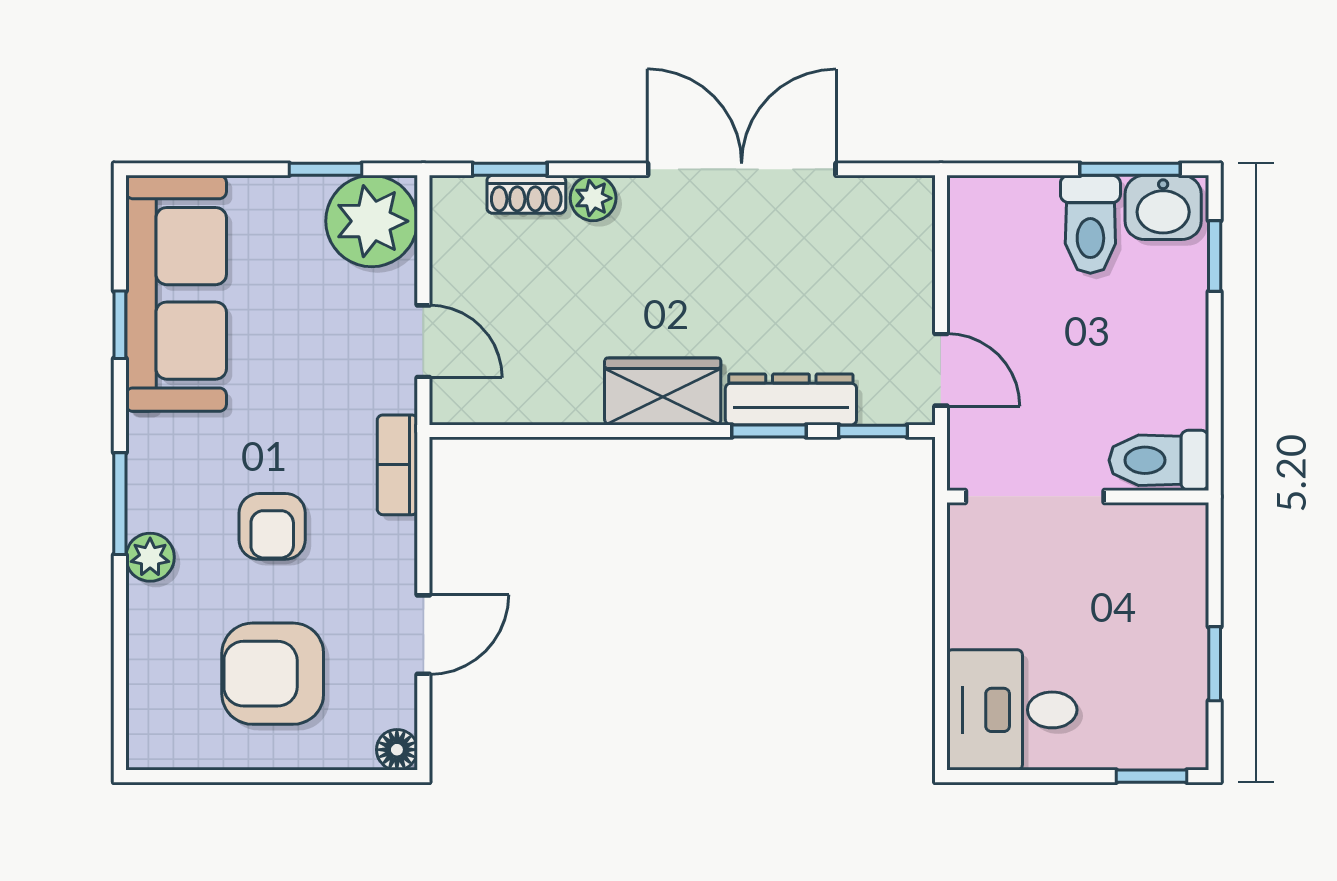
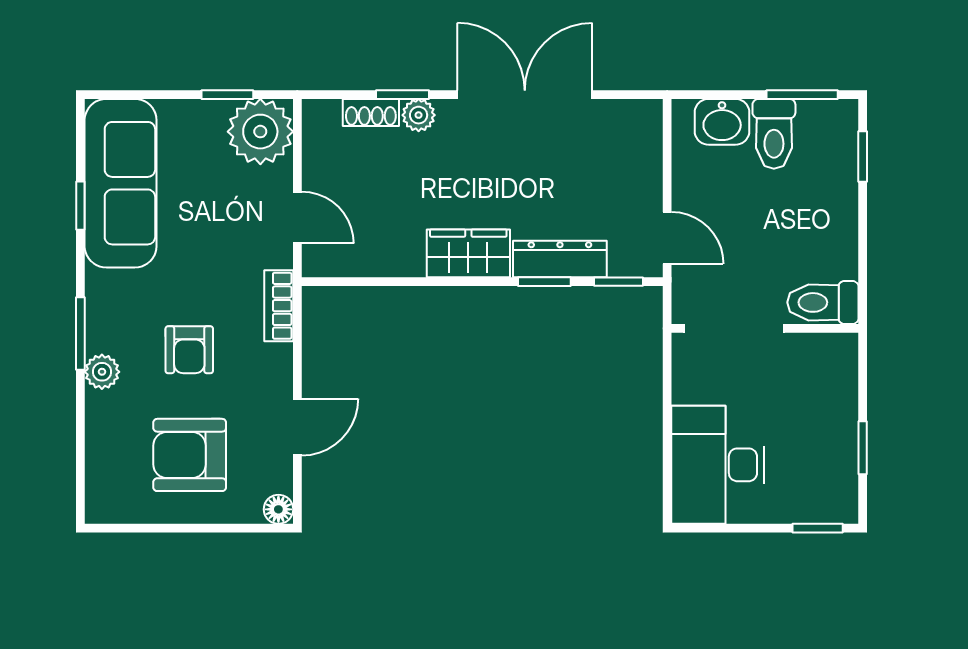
window: (510, 169) -> (403, 95), moved
washbasin: (1163, 207) -> (722, 122), moved
desk: (1012, 710) -> (718, 465), width x1.37

